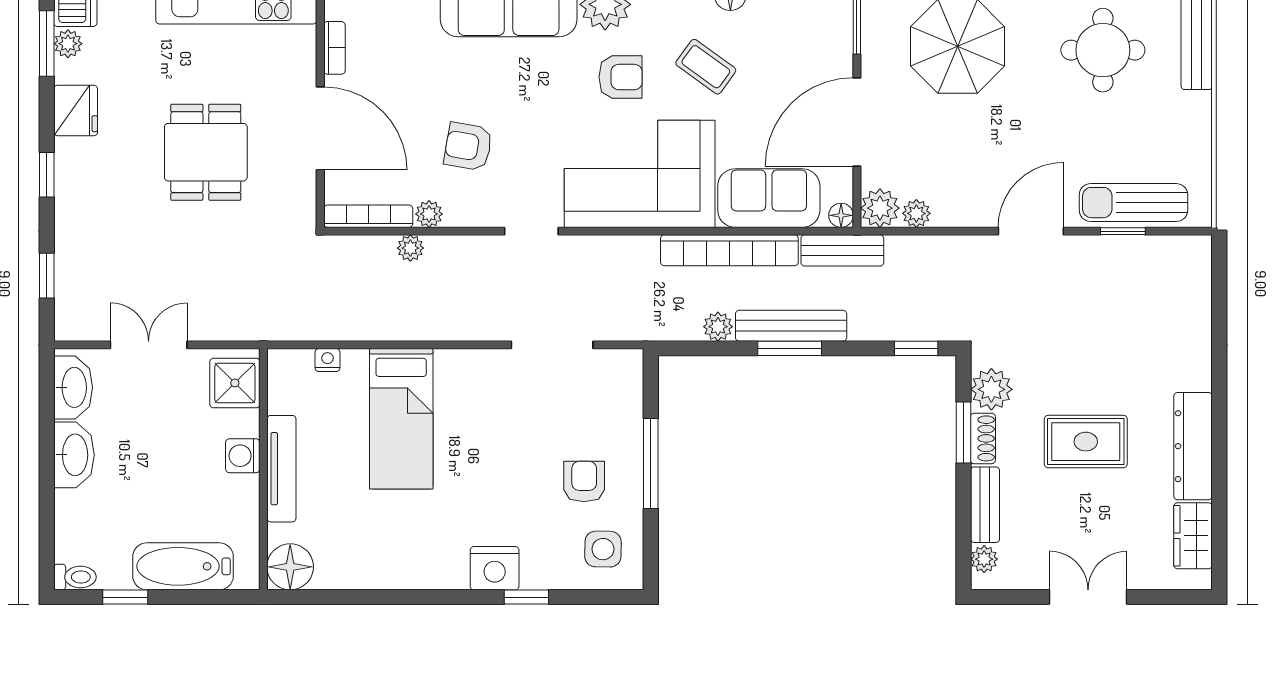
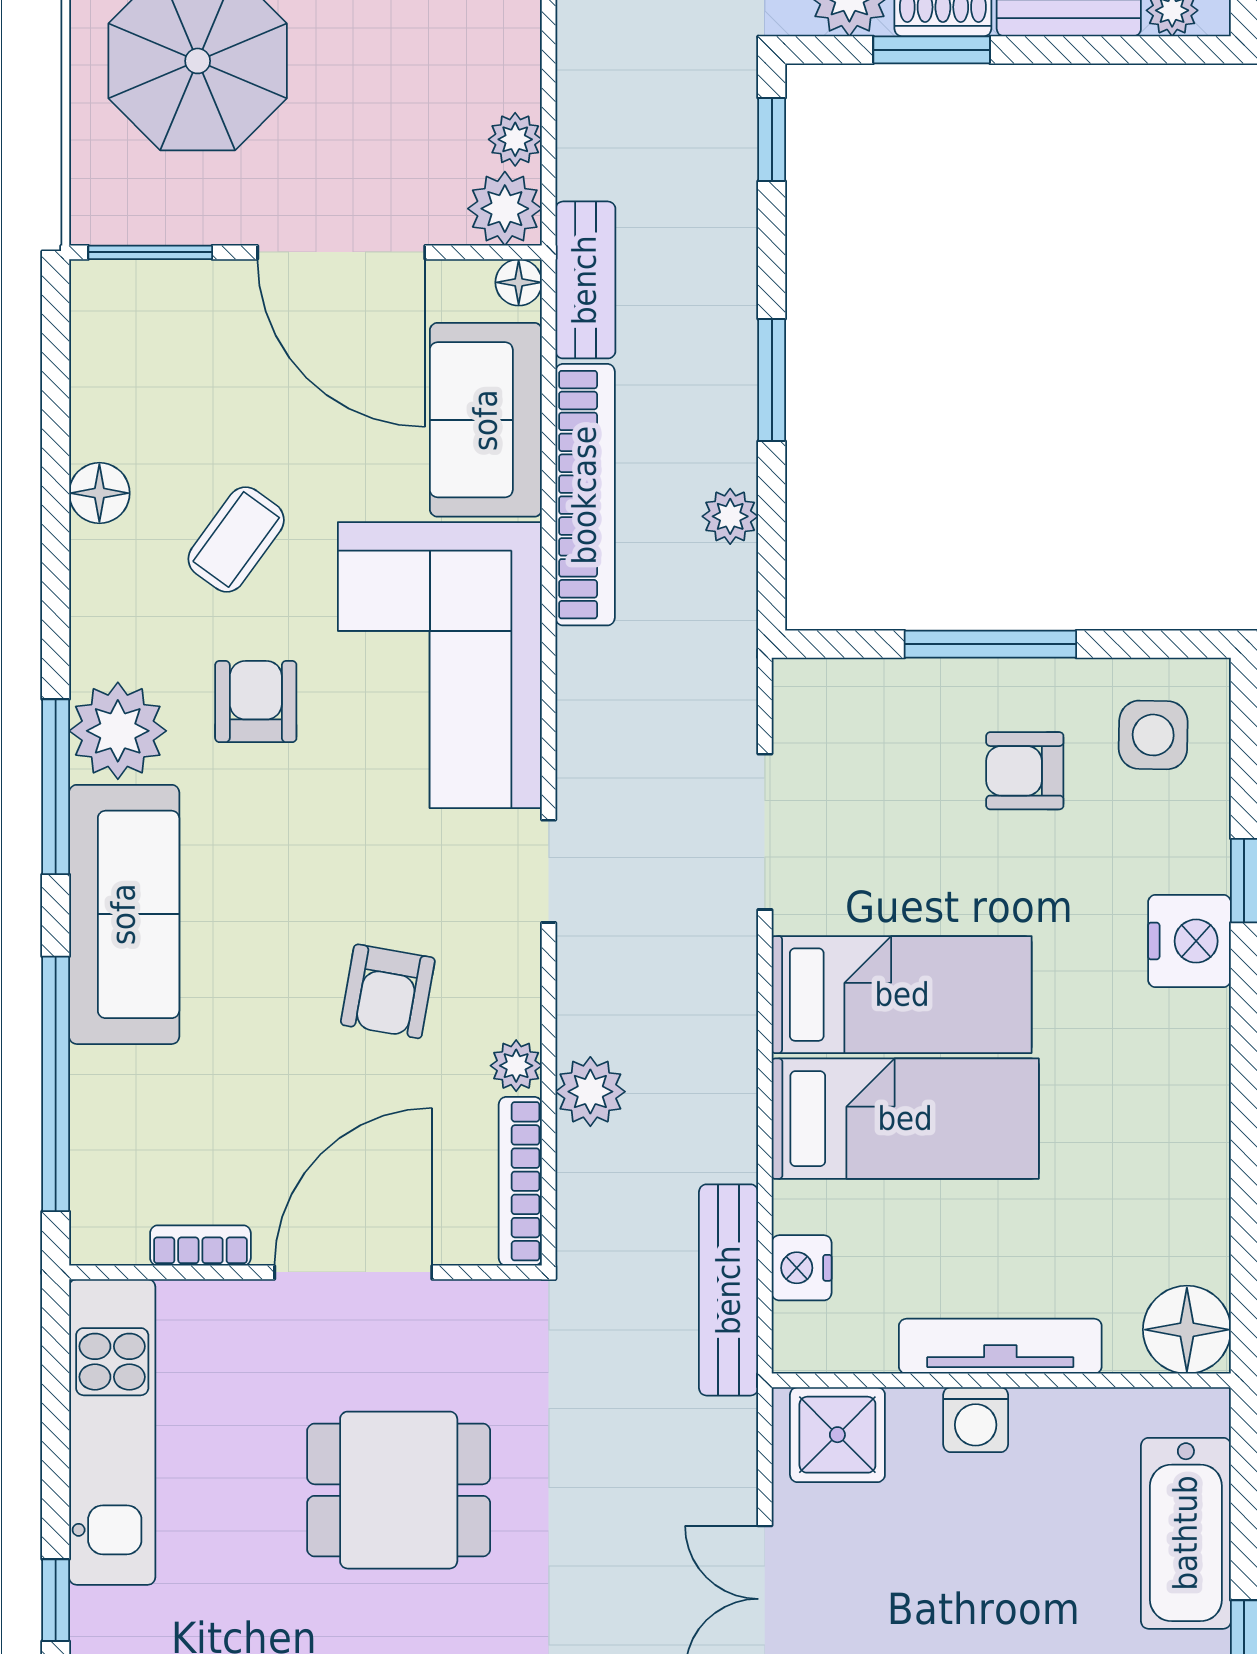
plant: (410, 248) -> (590, 1092), width x1.38, depth x1.38
bench: (791, 326) -> (729, 1290), moved
nightstand: (327, 360) -> (802, 1268), width x1.39, depth x1.35
bed: (466, 417) -> (902, 995), added

